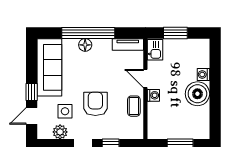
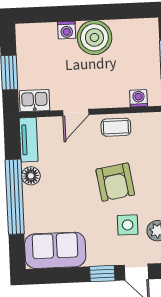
floor lamp: (85, 45) -> (31, 176), moved
sofa: (49, 67) -> (55, 250), width x0.73
washing machine: (153, 95) -> (139, 98), moved
armchair: (95, 104) -> (115, 182), turned -99

